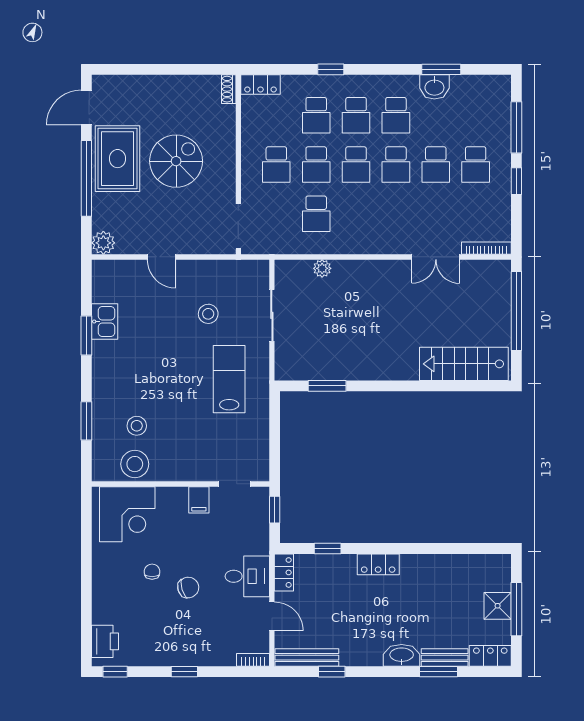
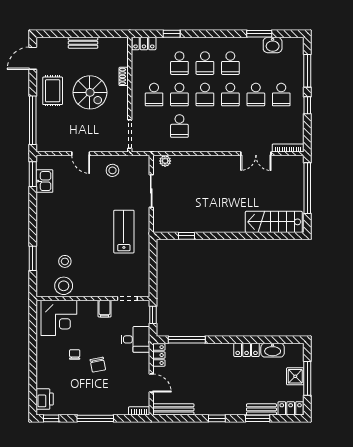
window: (331, 69) -> (172, 34), moved
bench: (165, 83) -> (83, 43), added
washbasin: (434, 87) -> (273, 45), moved
shoe rack: (229, 89) -> (124, 76), moved
rug: (118, 159) -> (53, 91), width x0.73, depth x0.70
spiral stairs: (176, 161) -> (90, 92), turned 90
window: (86, 178) -> (33, 120), moved
plant: (103, 243) -> (44, 145), removed
plant: (322, 268) -> (165, 161), moved
stool: (208, 314) -> (112, 170), moved
kitchen sink: (105, 322) -> (44, 181), moved
window: (86, 335) -> (33, 174), moved
window: (327, 386) -> (186, 236), width x0.67
window: (328, 549) -> (187, 340), width x2.17
locker: (378, 564) -> (247, 350), moved
desk: (247, 576) -> (135, 339), moved
chair: (188, 587) -> (98, 365), turned 96
washbasin: (402, 655) -> (273, 350), moved, turned 180
window: (184, 672) -> (95, 418), width x2.17
window: (332, 672) -> (217, 418), moved

